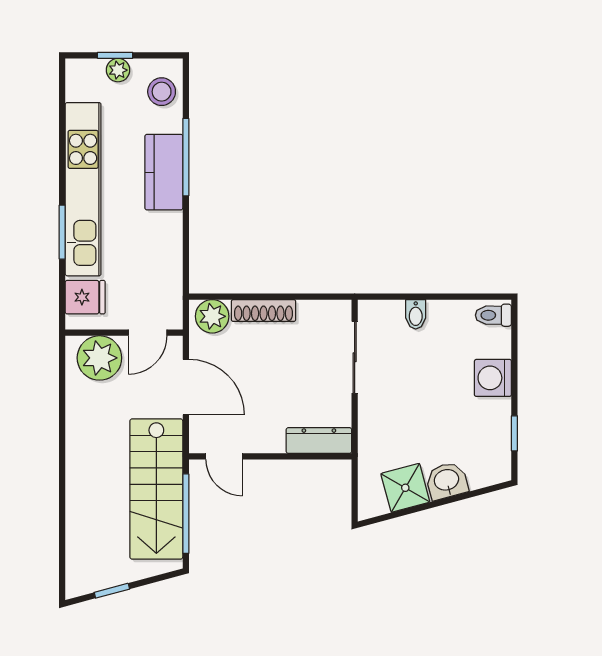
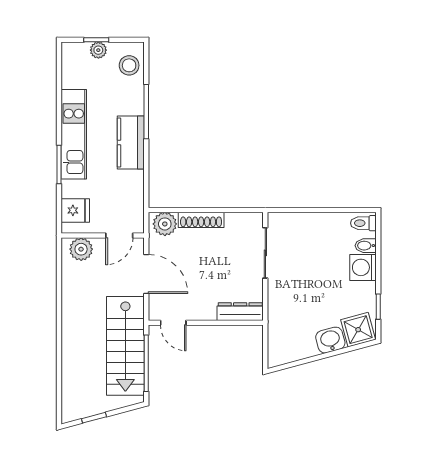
kitchen counter: (164, 172) -> (131, 143), moved
kitchen unit: (83, 189) -> (74, 134), width x0.73
bidet: (416, 314) -> (366, 246), moved, turned 90
plant: (99, 358) -> (81, 249), width x0.73, depth x0.73
shower: (405, 488) -> (358, 330), moved

